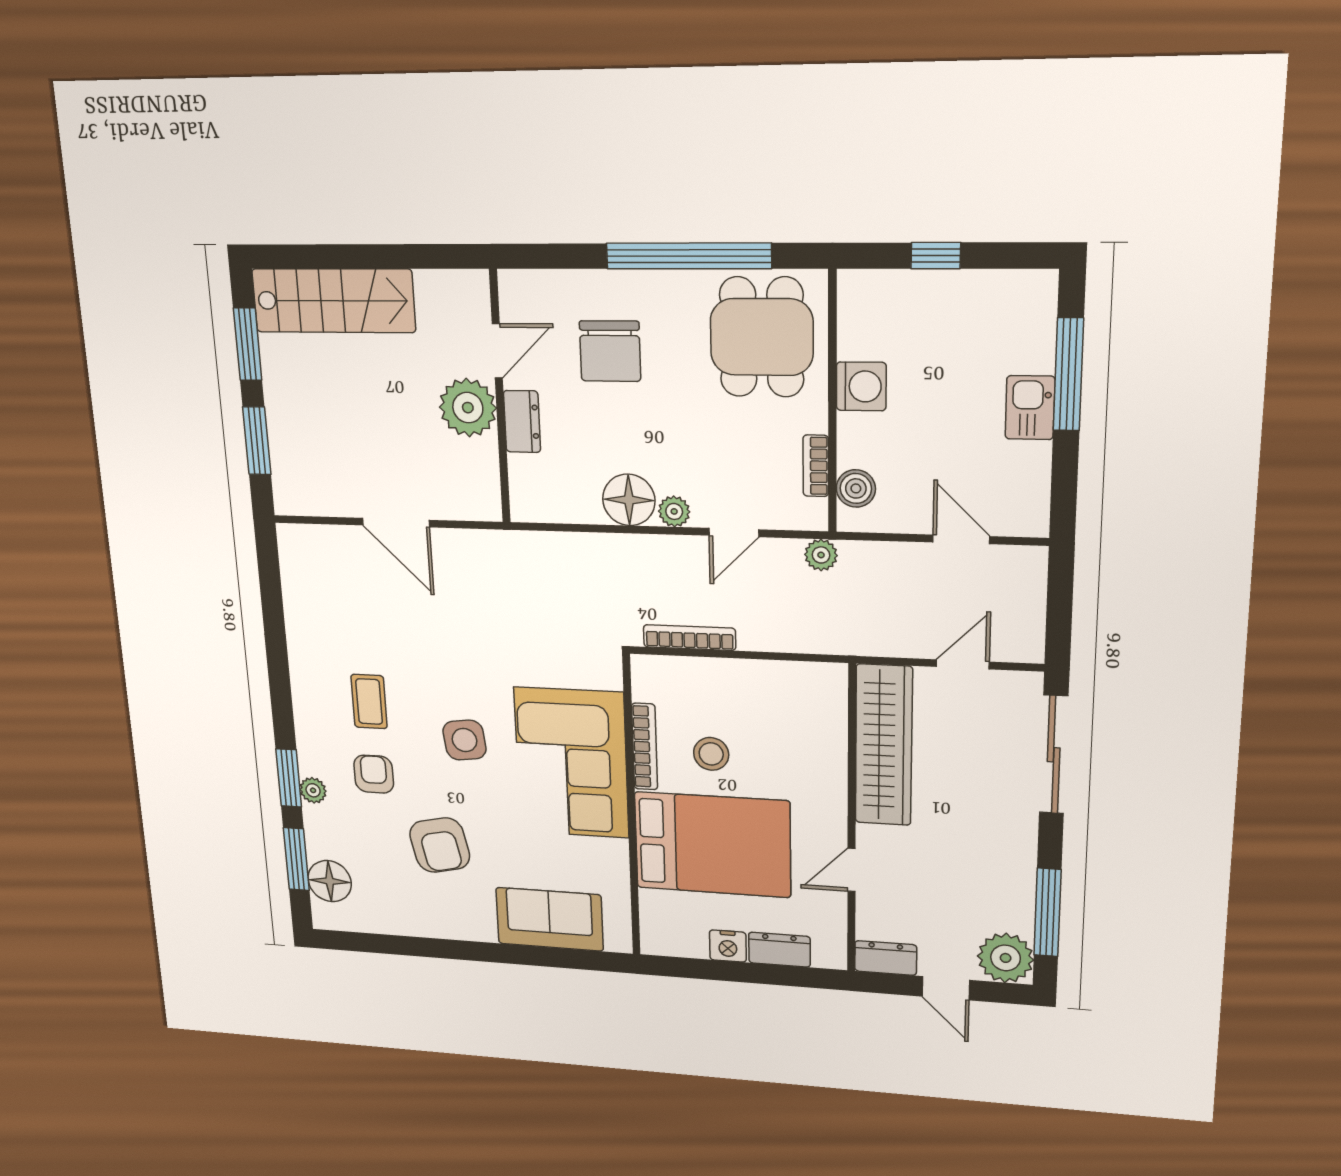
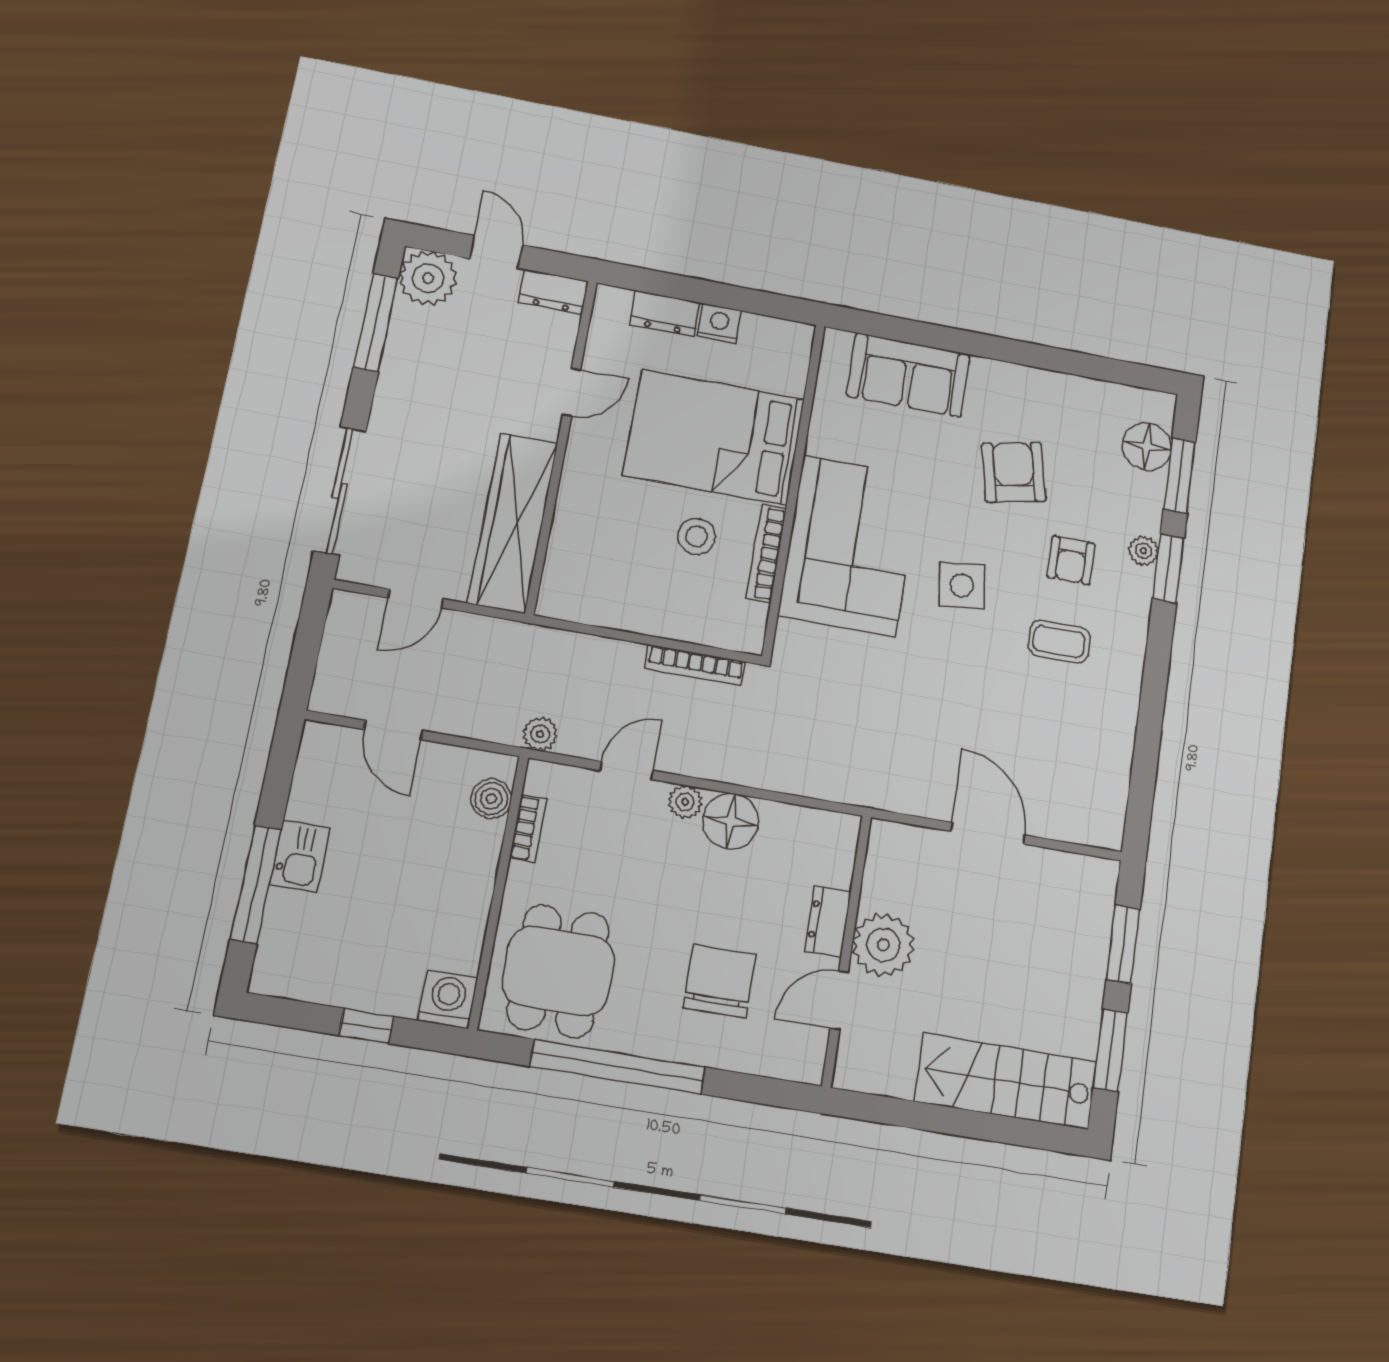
washing machine: (861, 386) -> (448, 999), moved, turned 90
coffee table: (369, 702) -> (1059, 642), turned 90

